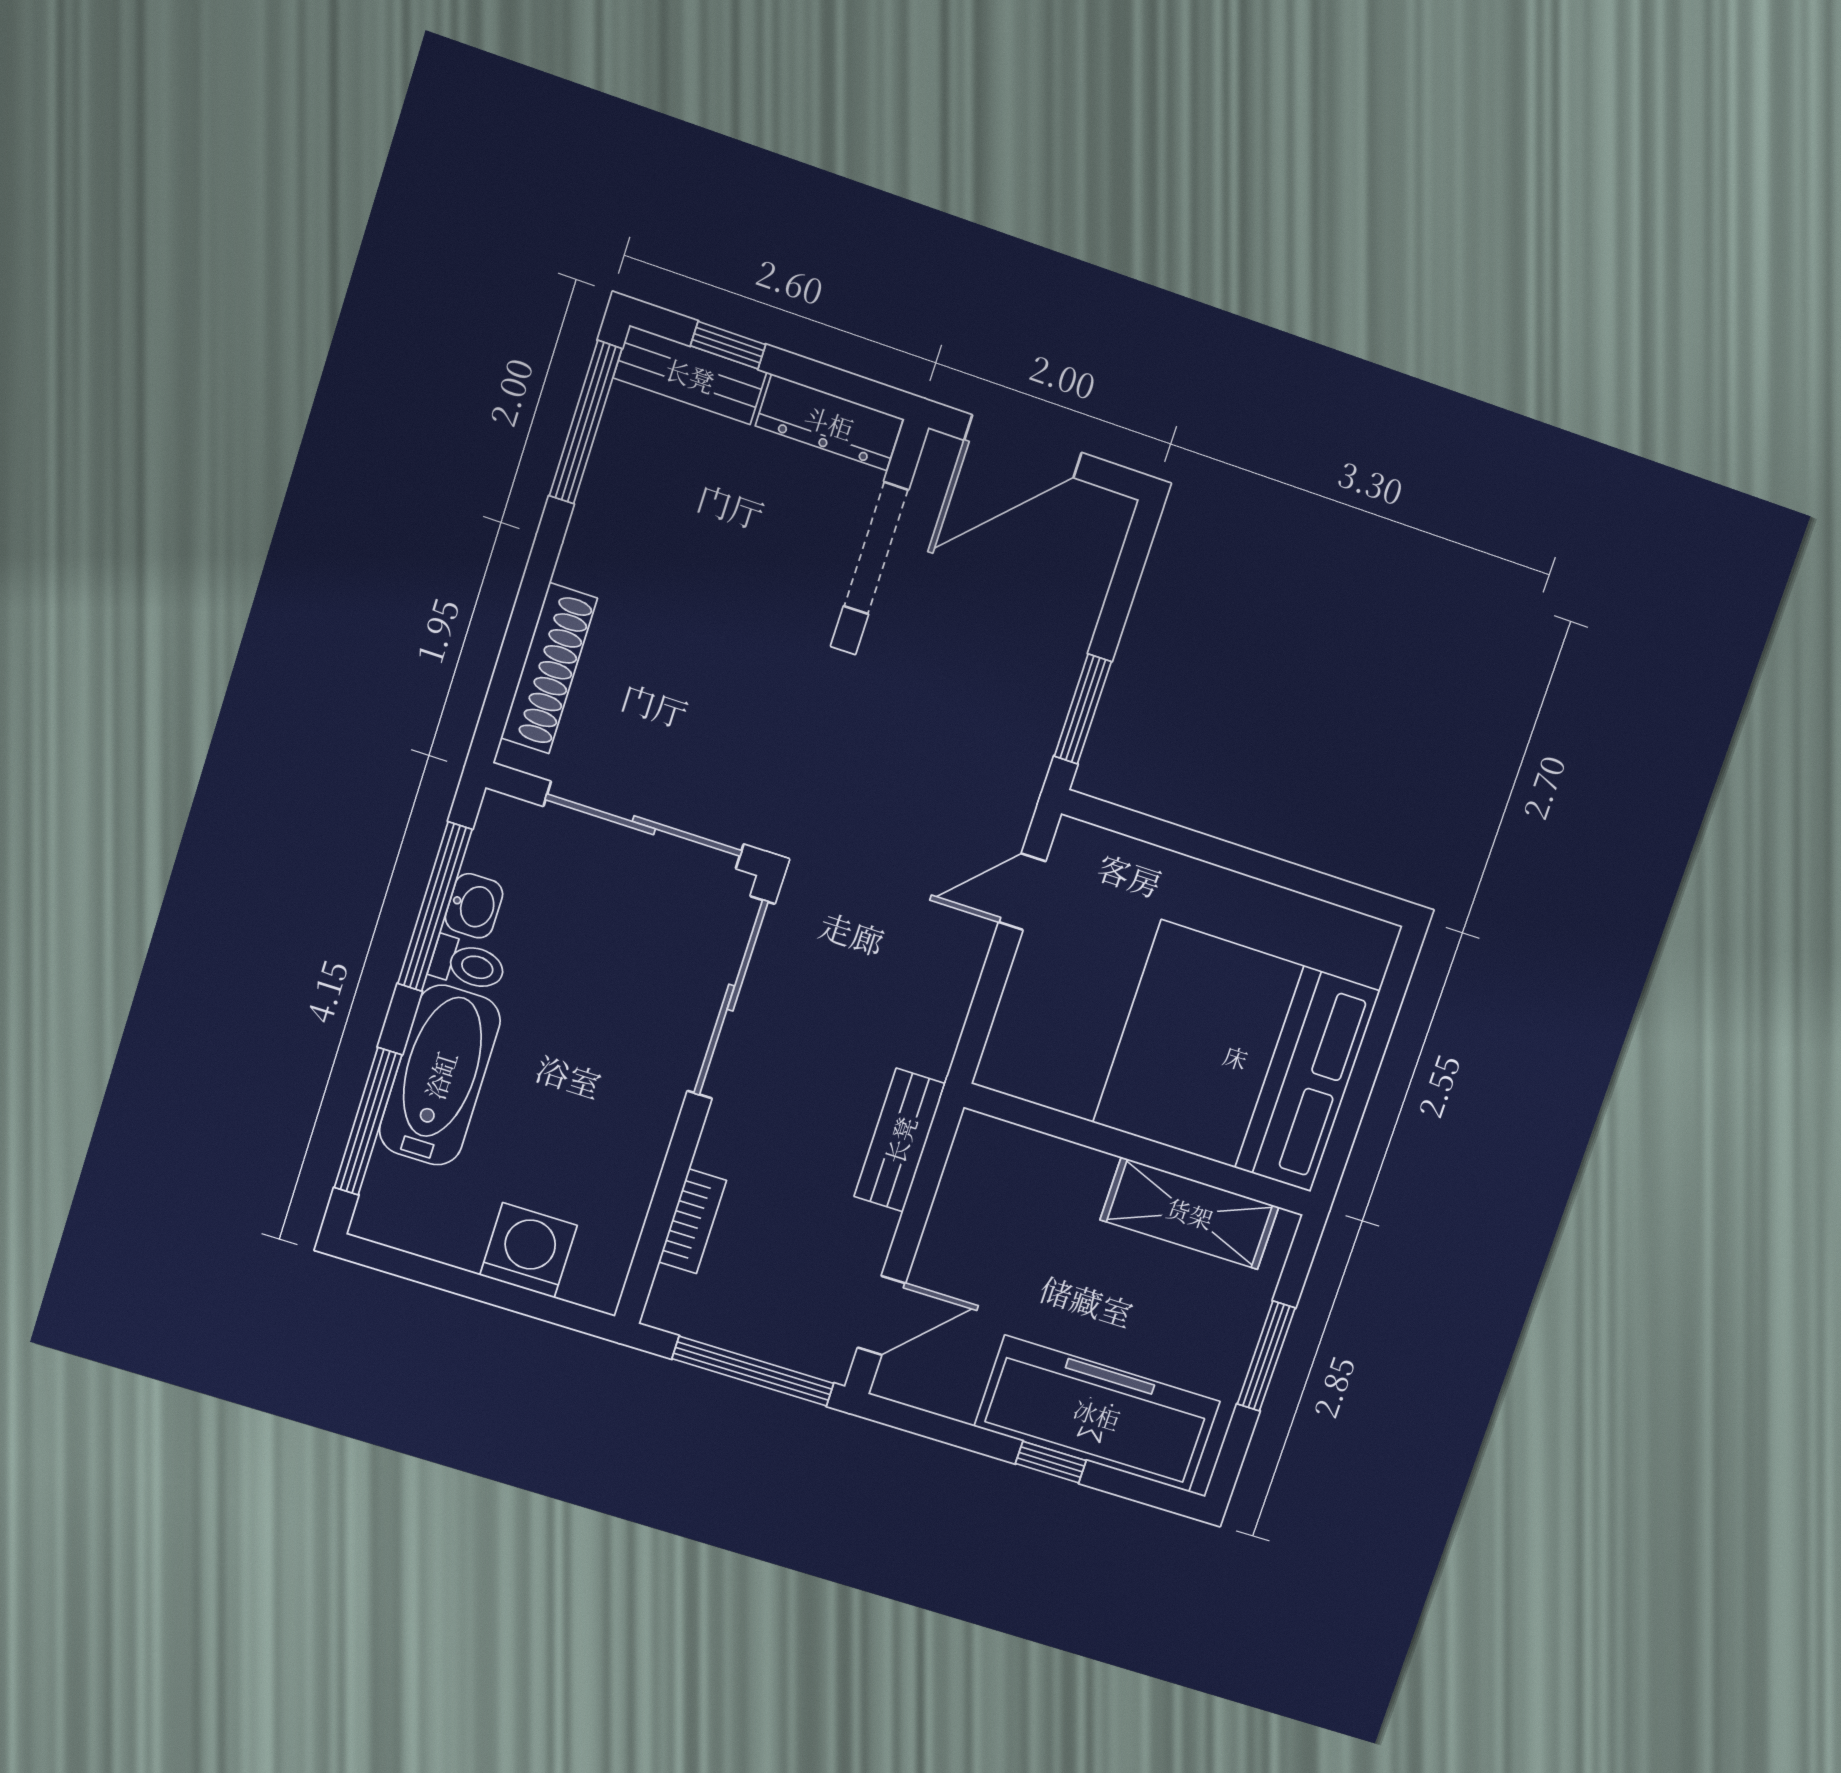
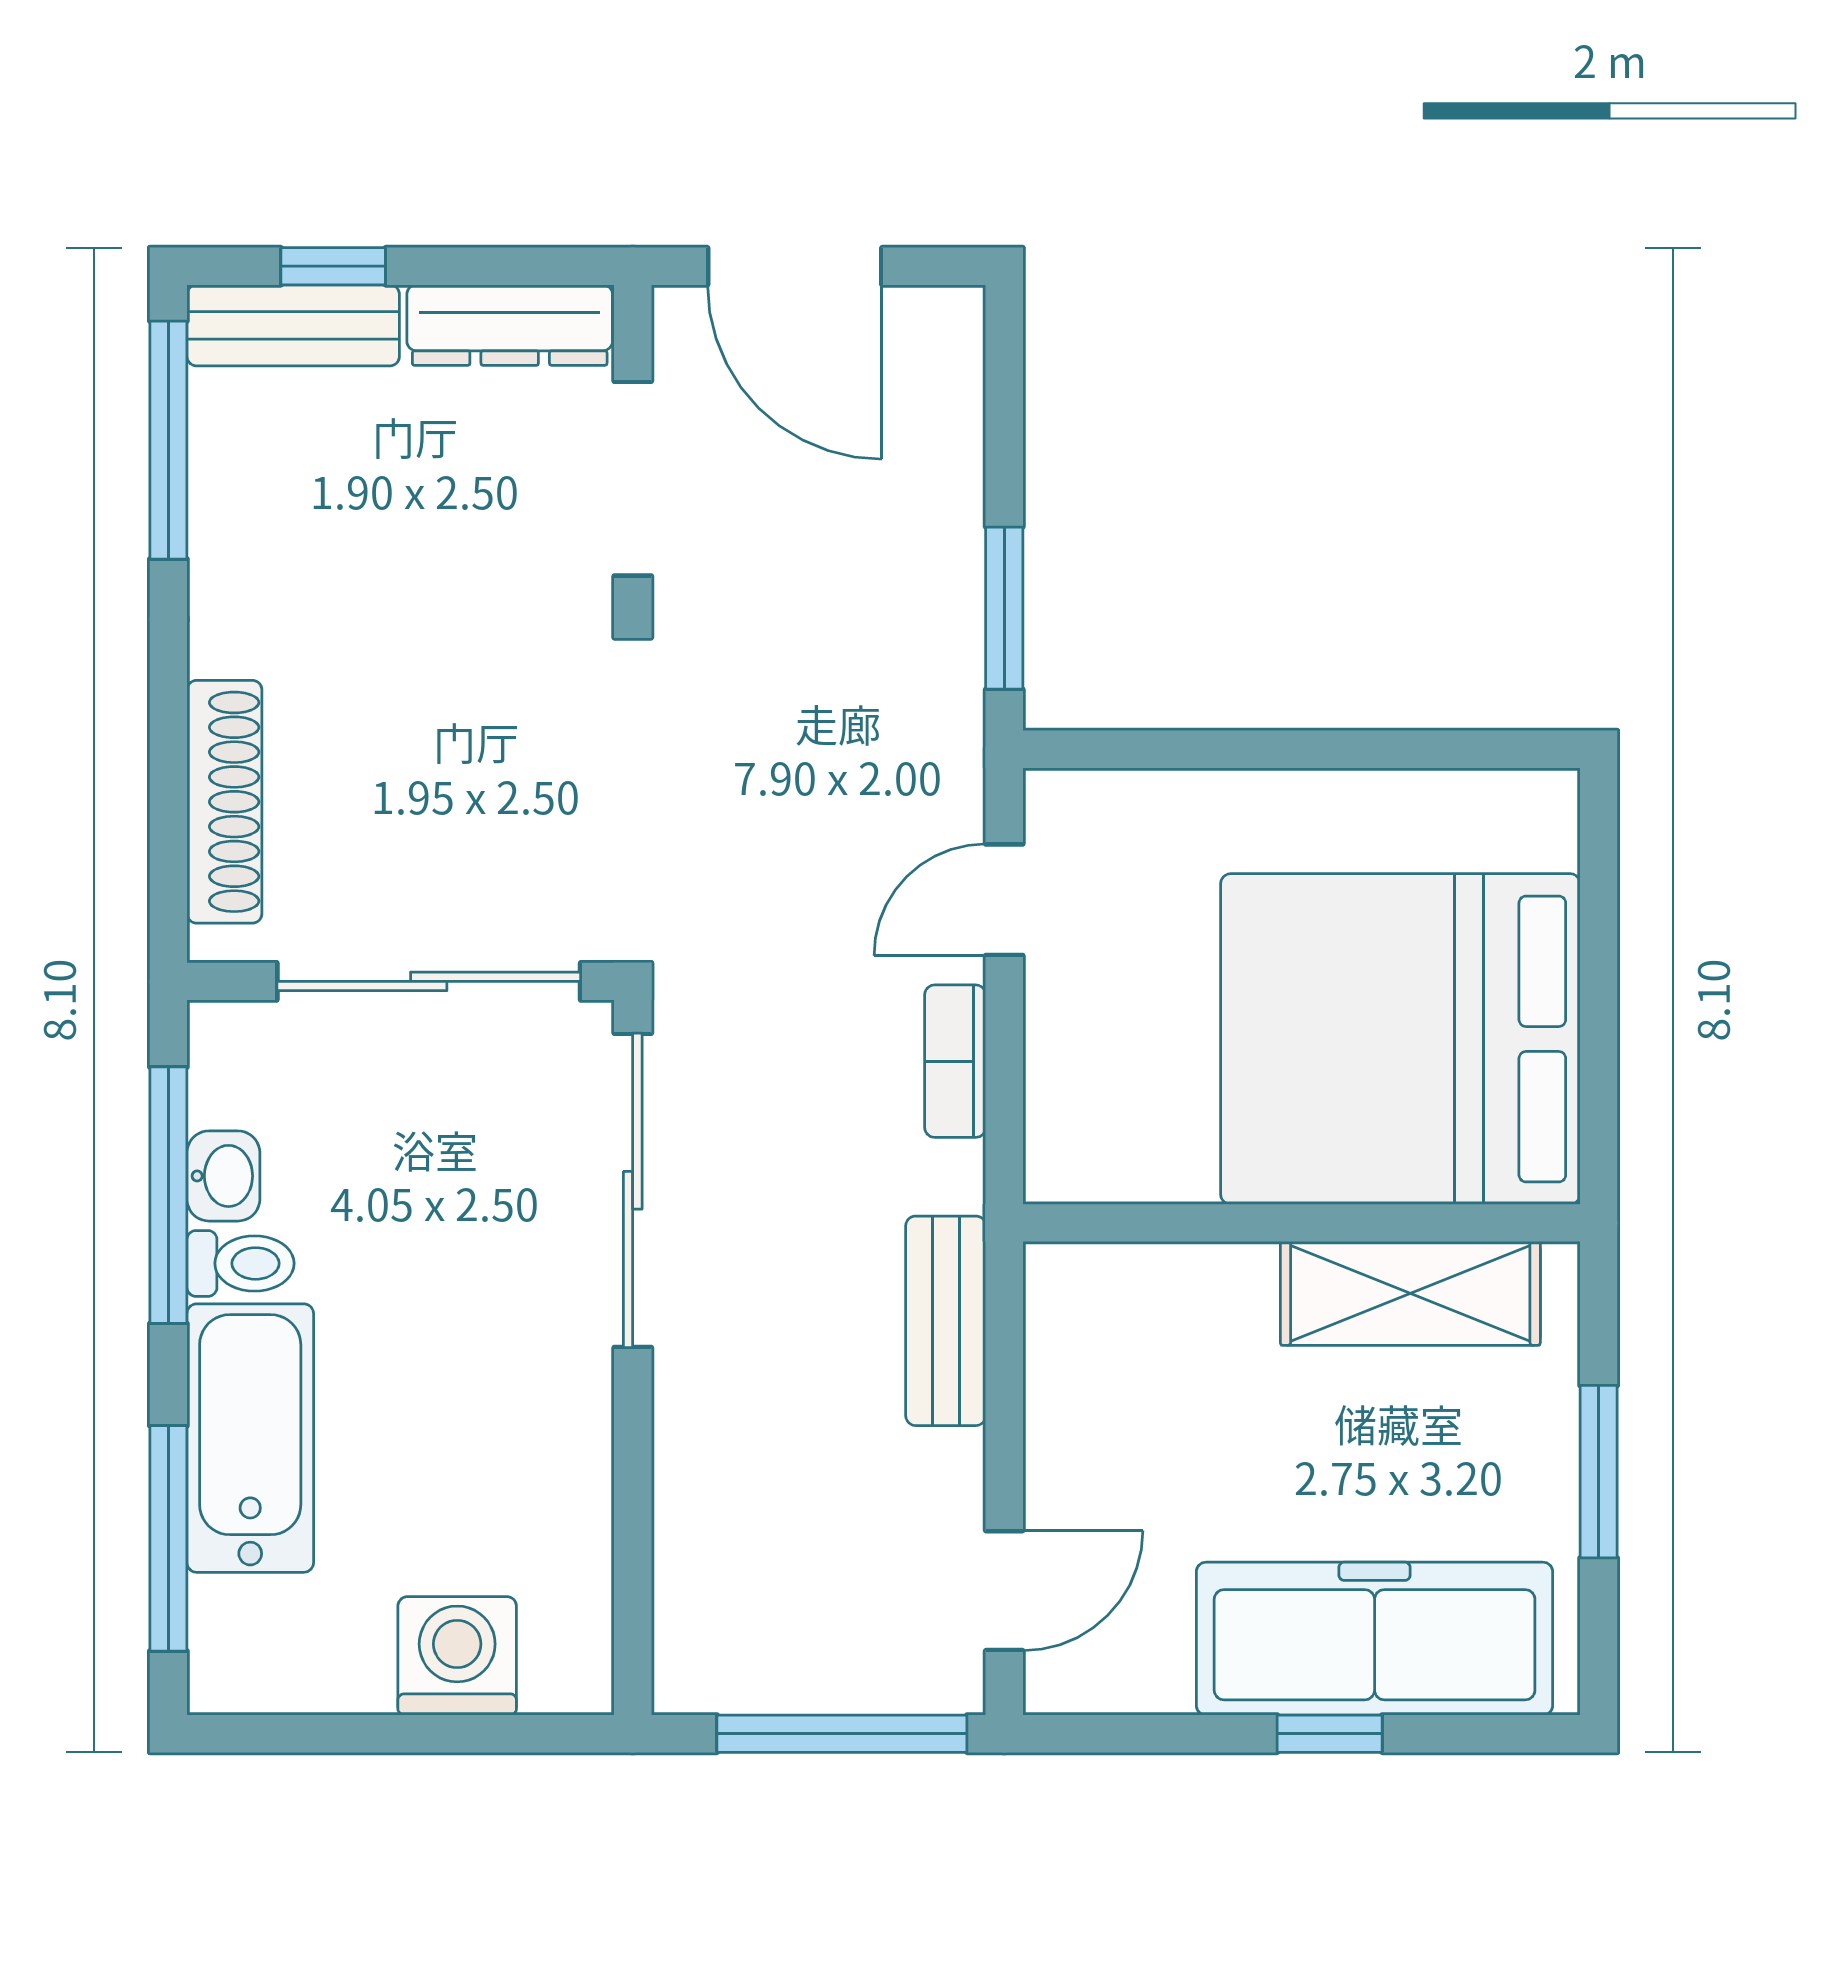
door: (1023, 446) -> (795, 266), hinge flipped
bookcase: (692, 1221) -> (955, 1061), moved, turned 180

